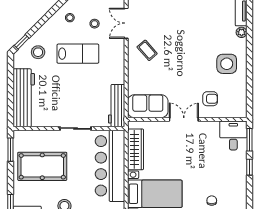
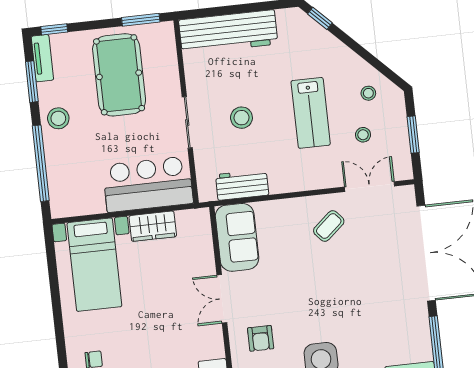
stool: (38, 52) -> (241, 118), moved
workbench: (117, 105) -> (242, 185), width x0.73
double door: (184, 119) -> (222, 299), swing flipped
wardrobe: (136, 149) -> (153, 226), width x0.67
bar counter: (110, 166) -> (148, 184), width x0.73

